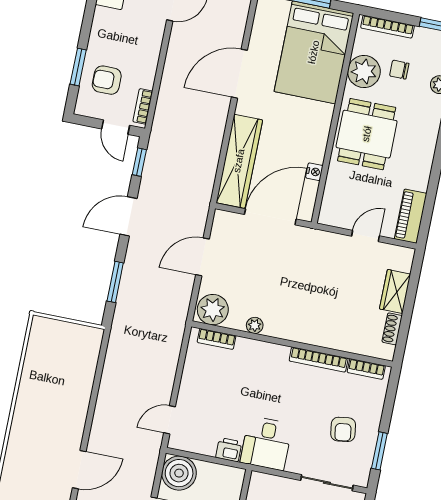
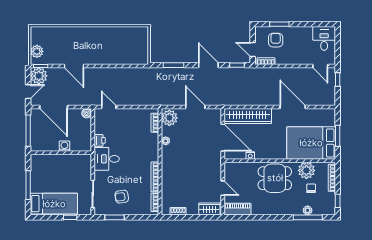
door: (116, 127) -> (253, 49), hinge flipped
wardrobe: (395, 291) -> (209, 209), moved
boiler: (179, 473) -> (87, 113), width x0.54, depth x0.54

